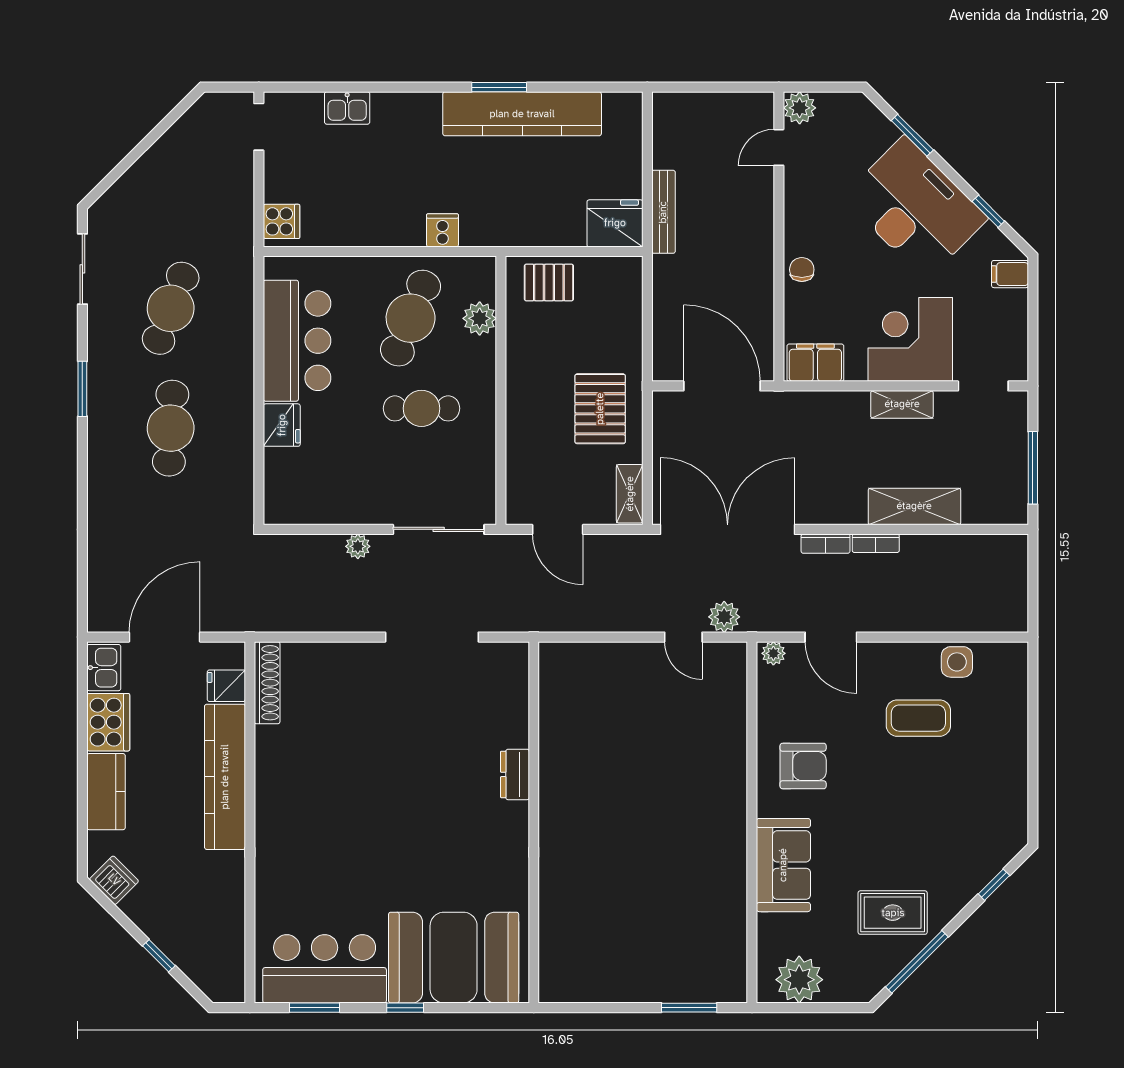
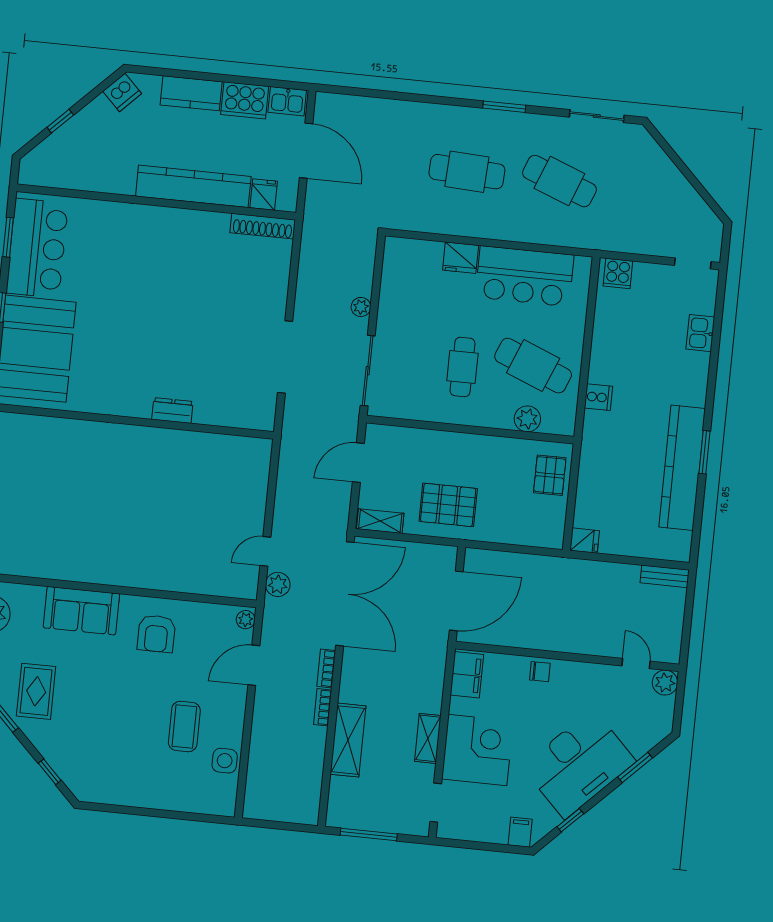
bench: (663, 212) -> (665, 576), moved, width x0.73
fridge: (615, 223) -> (585, 541), width x0.53, depth x0.75

